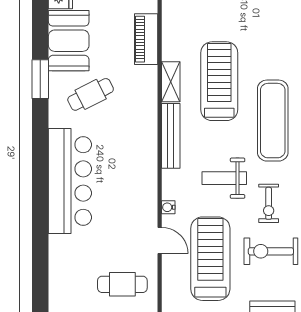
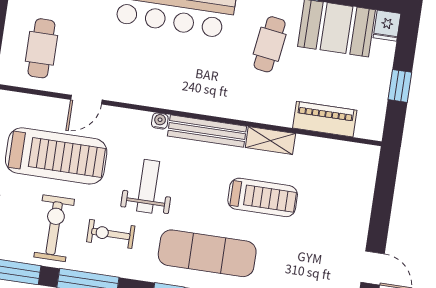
treadmill: (219, 81) -> (263, 197), width x0.73, depth x0.73
cafe table: (91, 94) -> (270, 44), turned 35
water cooler: (168, 207) -> (160, 121), moved

